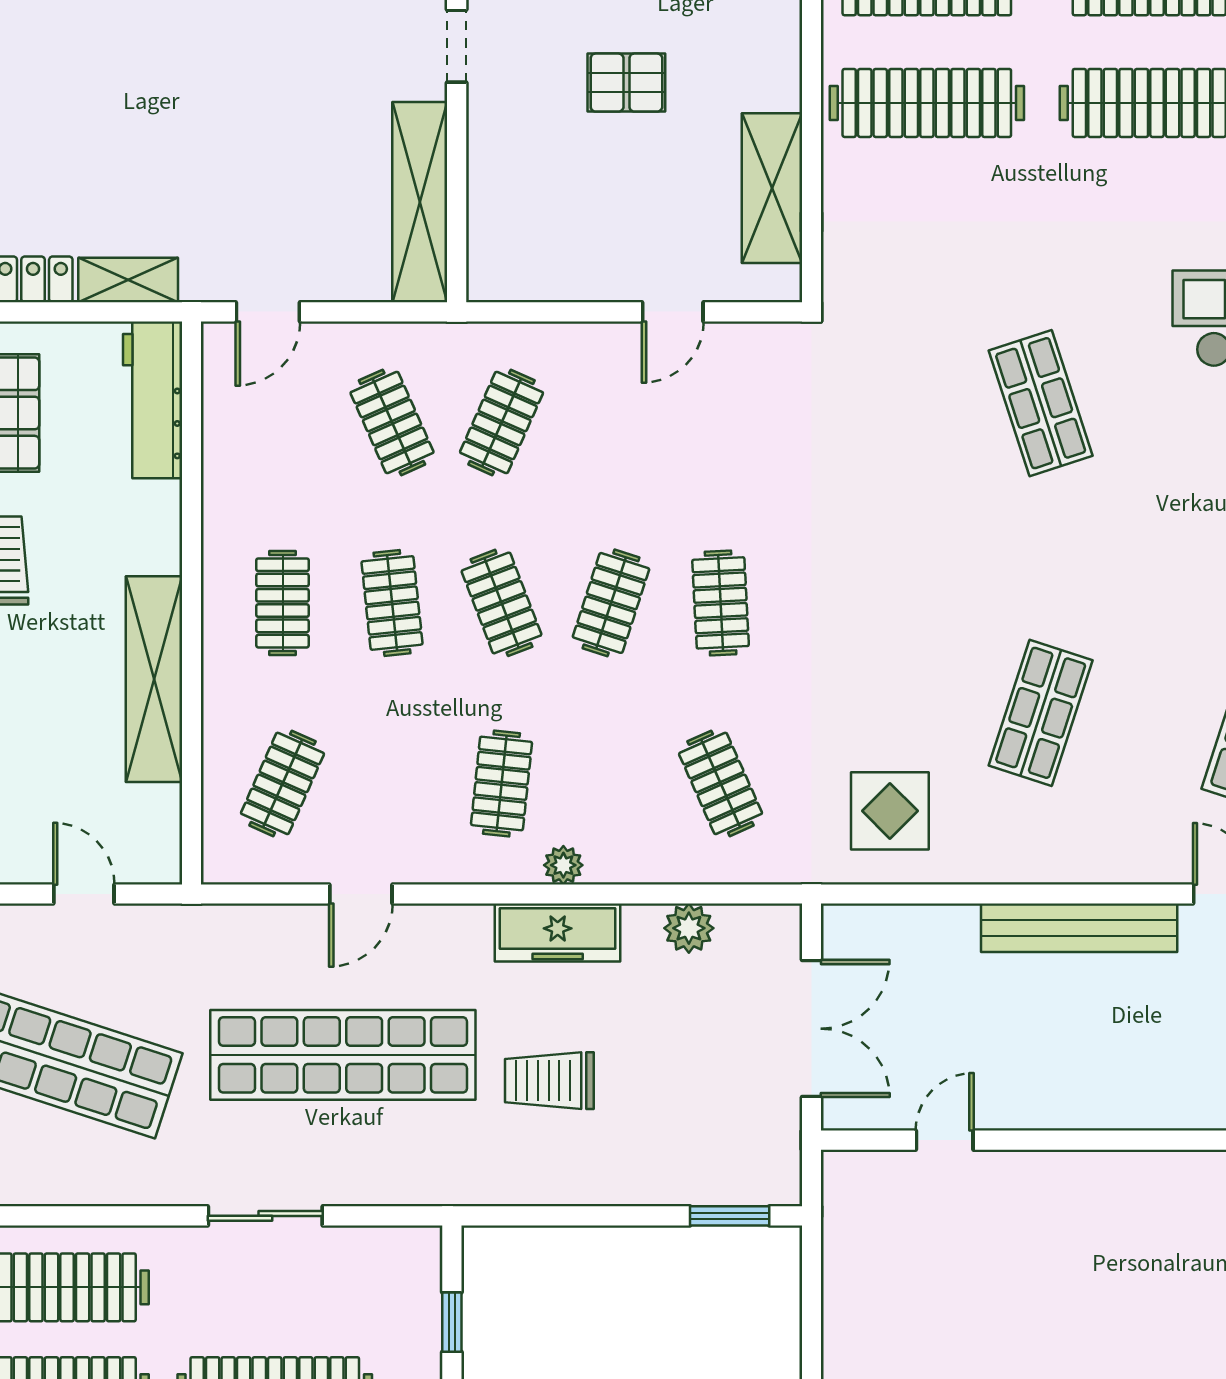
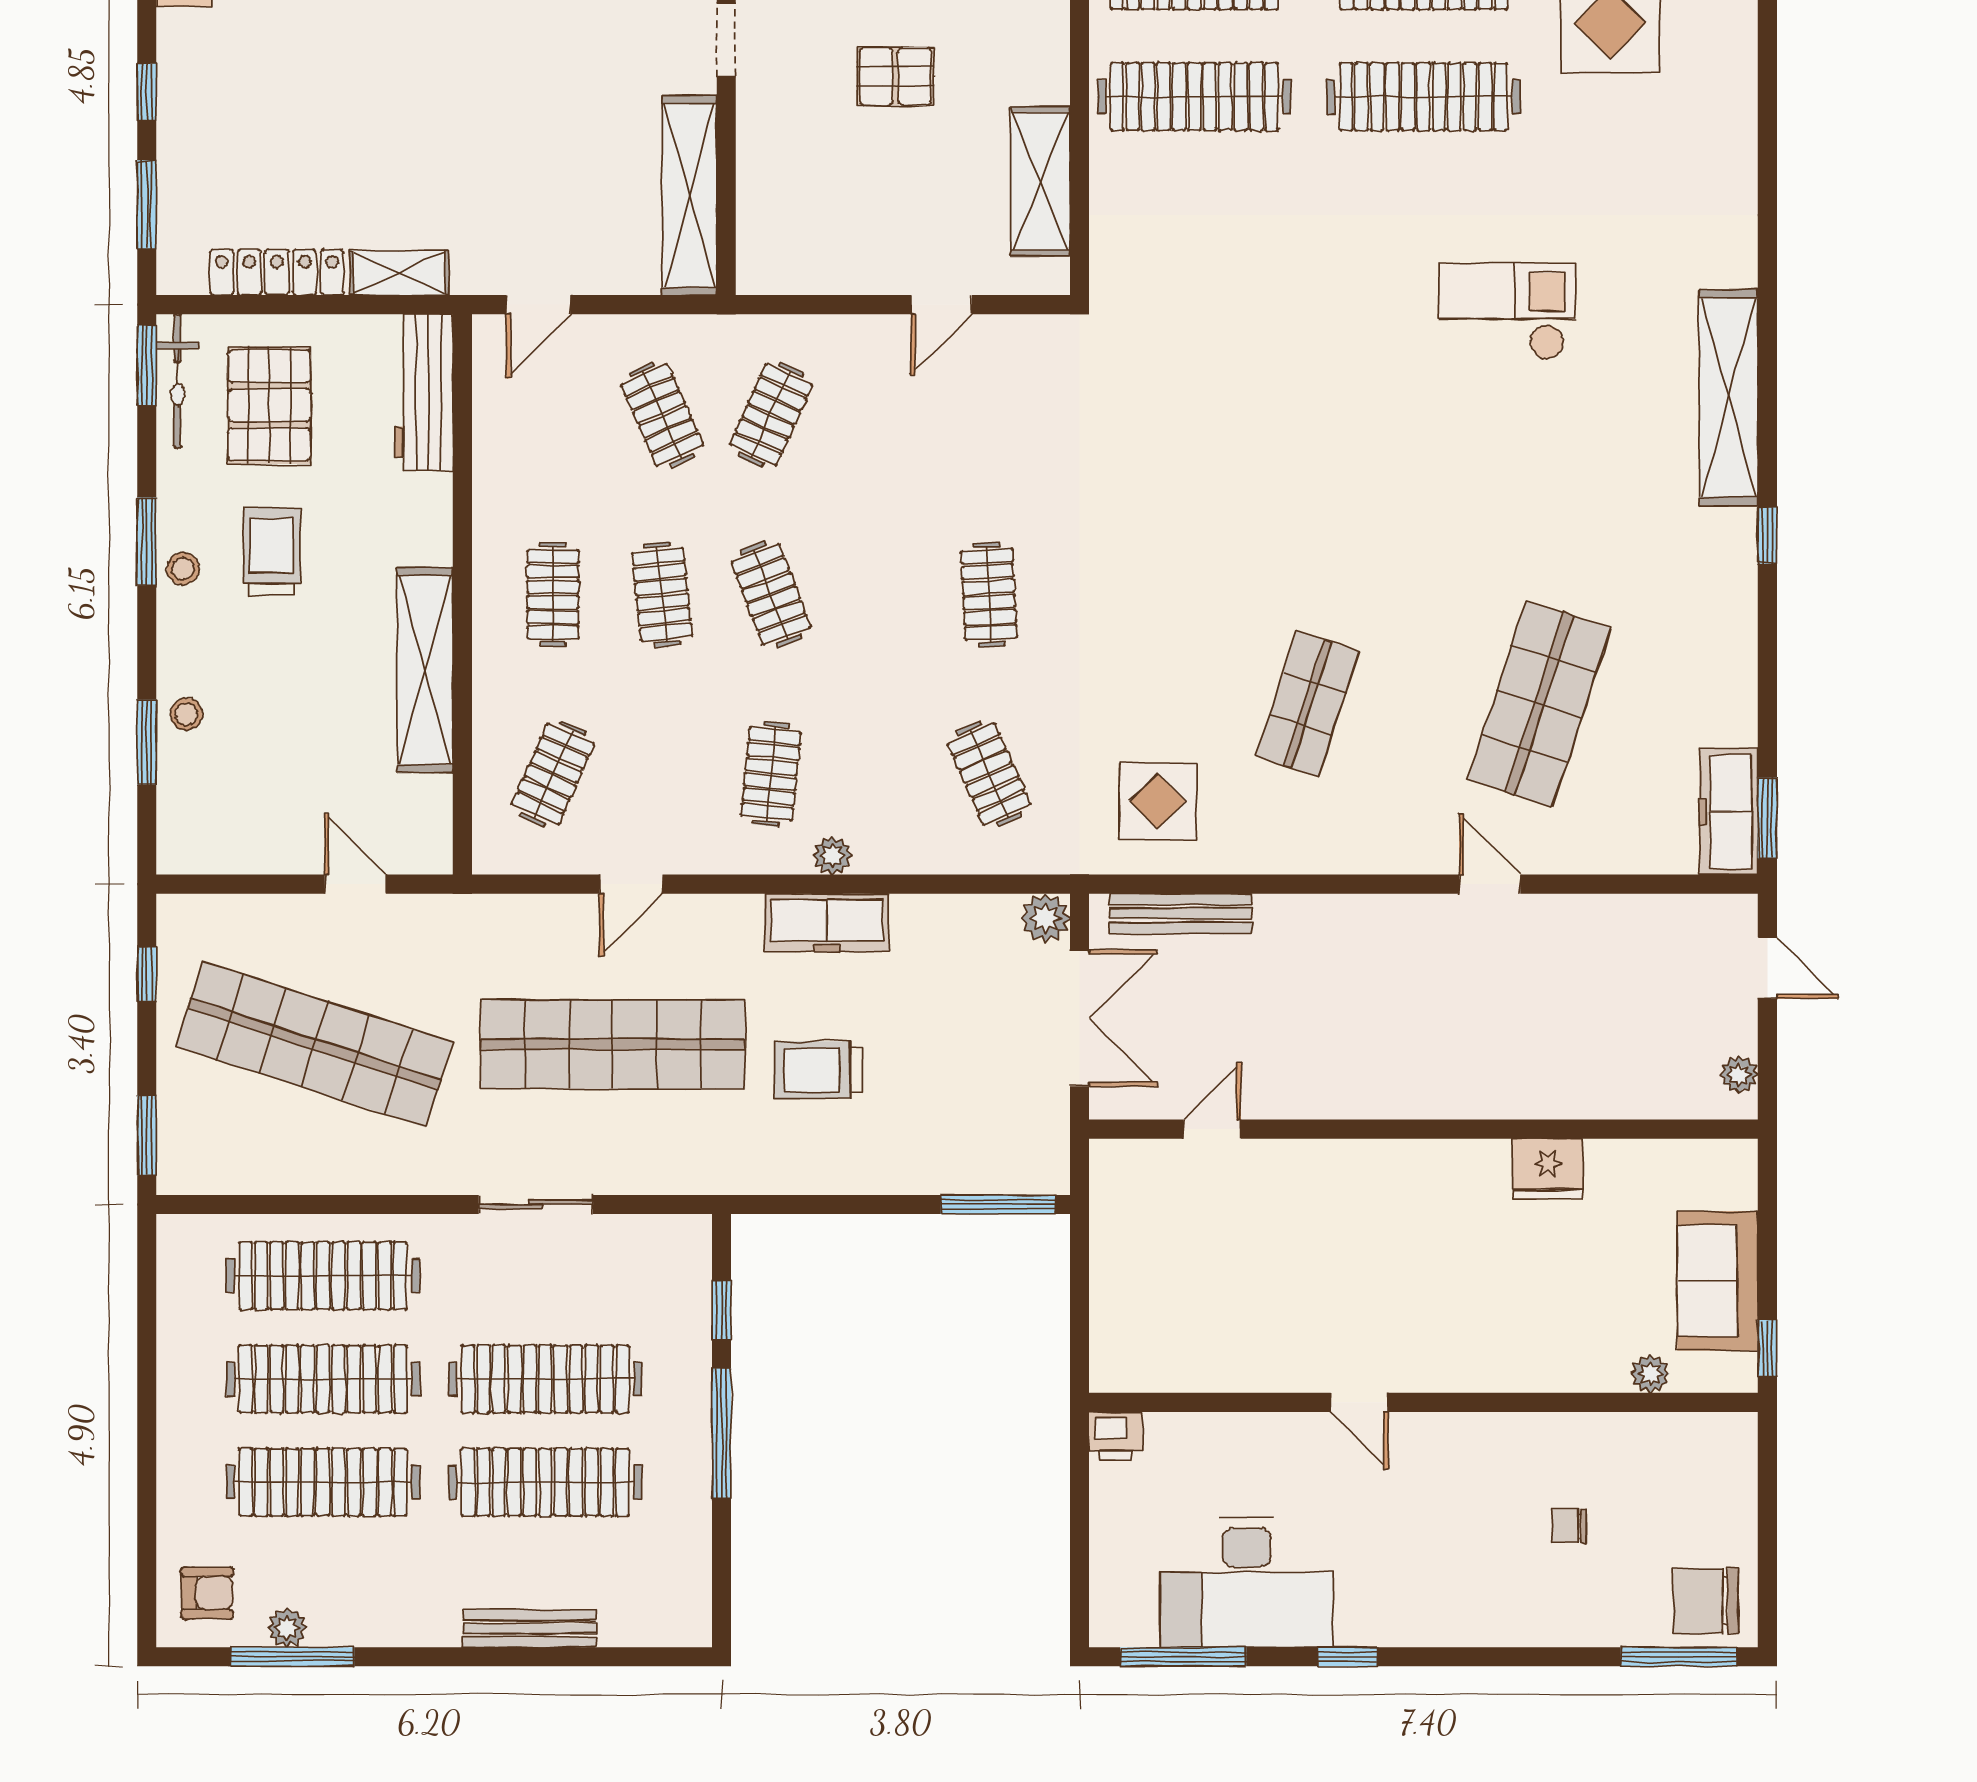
shop shelf: (1041, 403) -> (1308, 396), removed
clothes rail: (611, 603) -> (880, 594), removed
plant: (689, 928) -> (1046, 918), moved
bench: (1079, 928) -> (1181, 914), moved, width x0.73, depth x0.82
window: (730, 1216) -> (998, 1204), width x1.44

